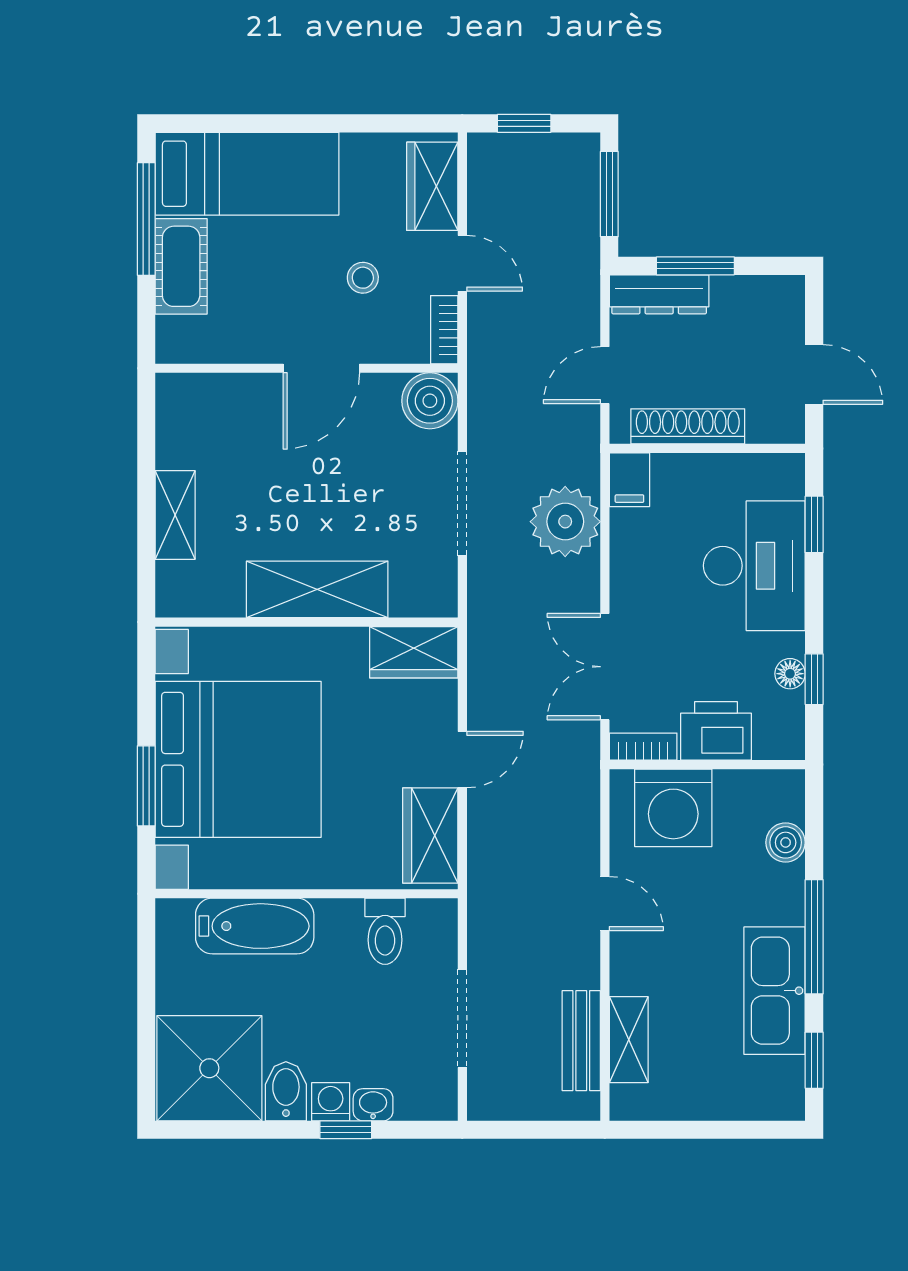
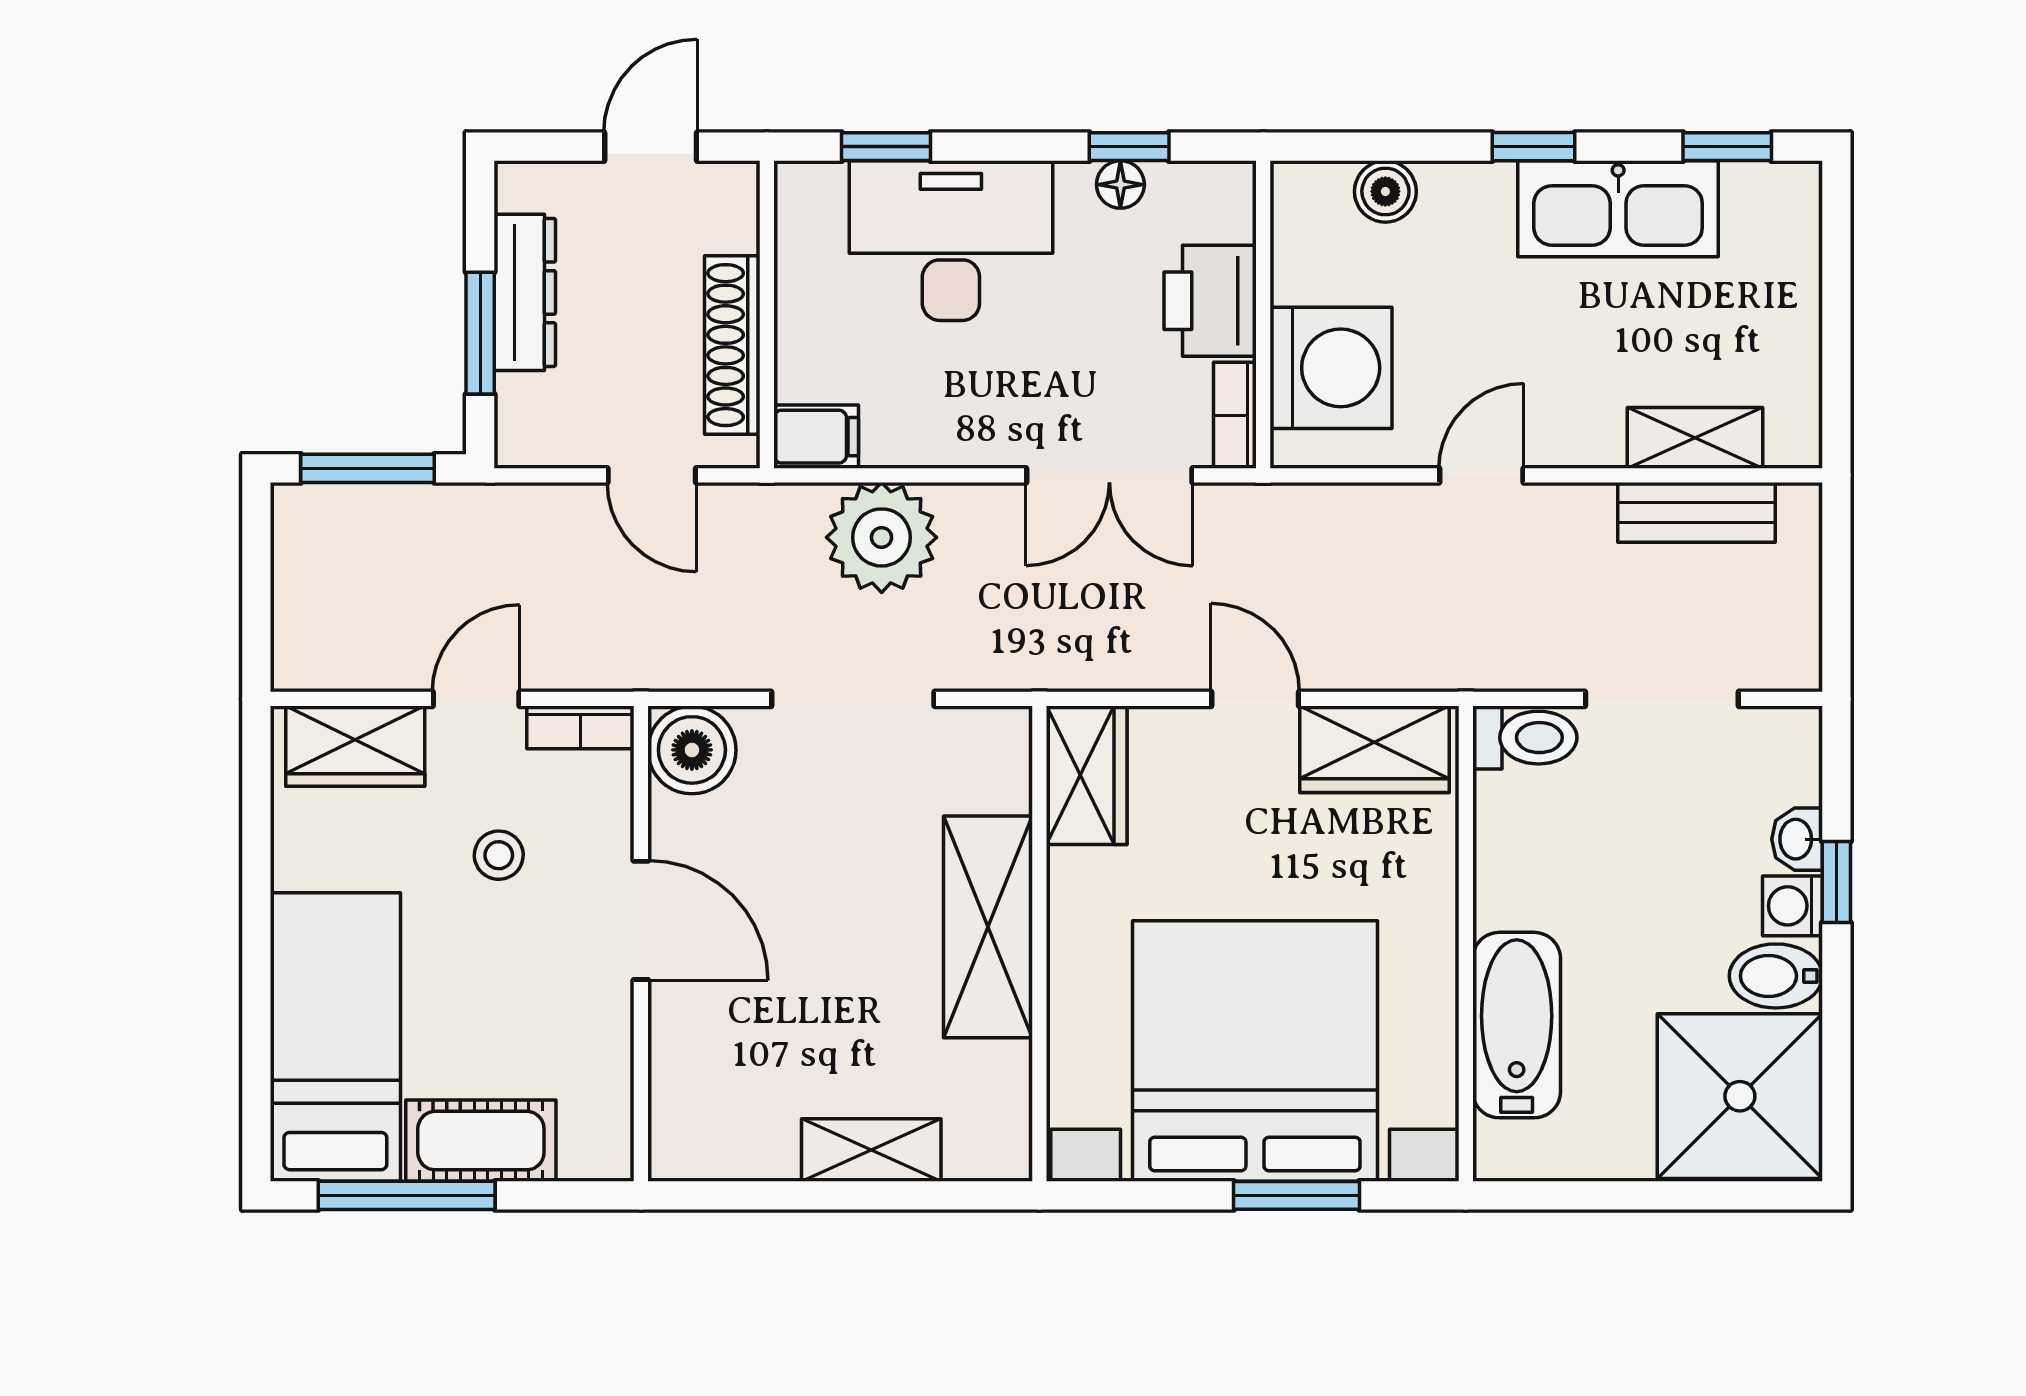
window: (524, 123) -> (256, 602), removed
dresser: (659, 294) -> (525, 292), moved
toilet: (385, 931) -> (1525, 738), moved
window: (814, 937) -> (1533, 147), width x0.46

